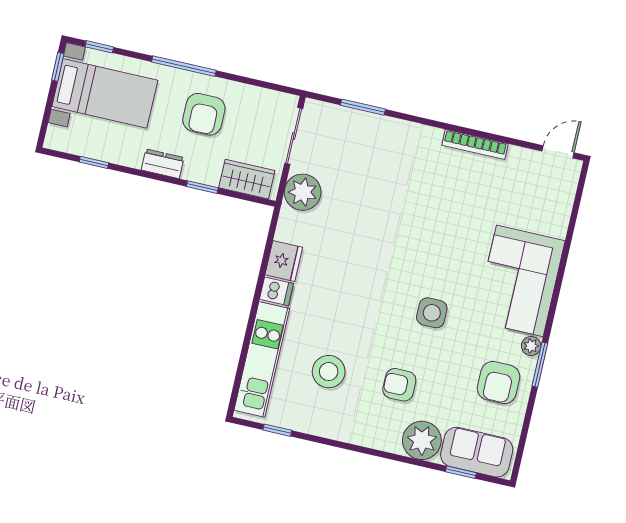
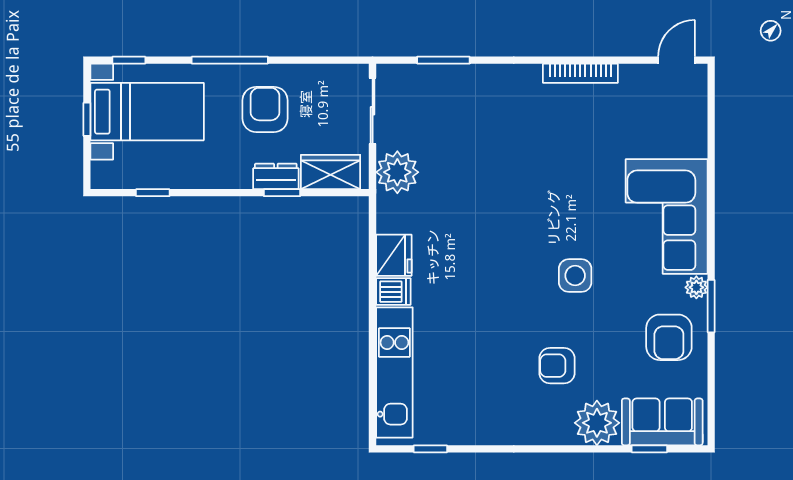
window: (58, 67) -> (87, 119), moved
armchair: (204, 114) -> (265, 109), turned 180
dresser: (163, 164) -> (276, 176), moved
stool: (329, 372) -> (473, 369), removed

